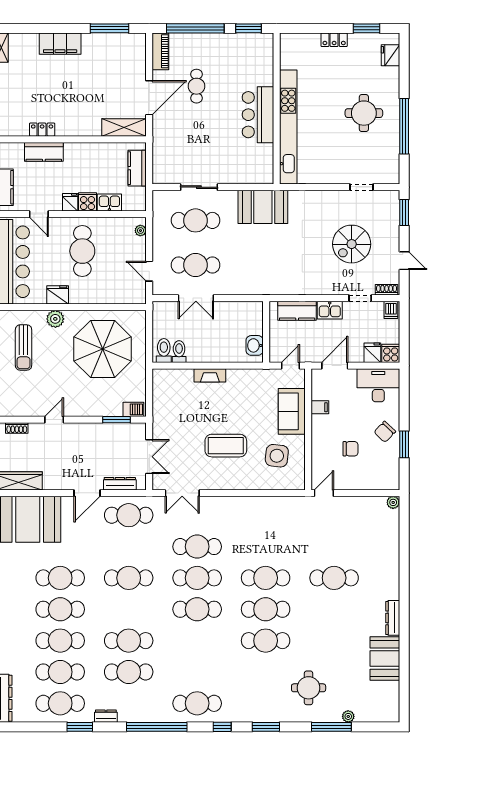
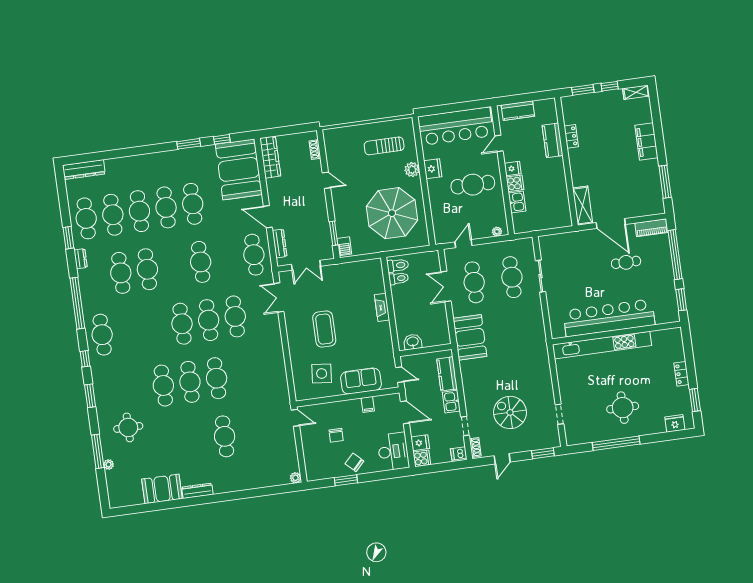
bar counter: (258, 115) -> (609, 318), width x1.86
kitchen counter: (137, 168) -> (550, 221), removed
booth: (263, 207) -> (470, 337), moved

